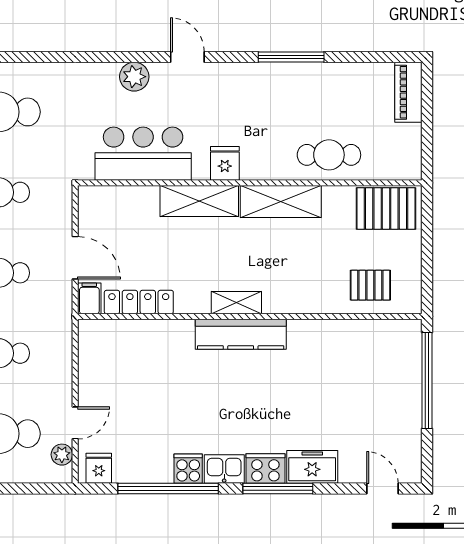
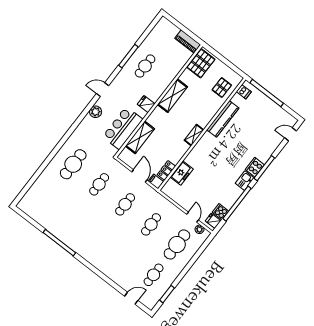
piano: (408, 92) -> (188, 42), moved
cafe table: (329, 155) -> (145, 66), moved
shelving: (199, 201) -> (140, 137), moved
door: (75, 258) -> (139, 176), hinge flipped
locker: (139, 302) -> (166, 170), width x0.66
kitchen counter: (241, 334) -> (223, 119), moved
dishwasher: (395, 334) -> (244, 92), added
freezer: (312, 467) -> (182, 173), moved, turned 180
cooker: (188, 469) -> (220, 212), moved

